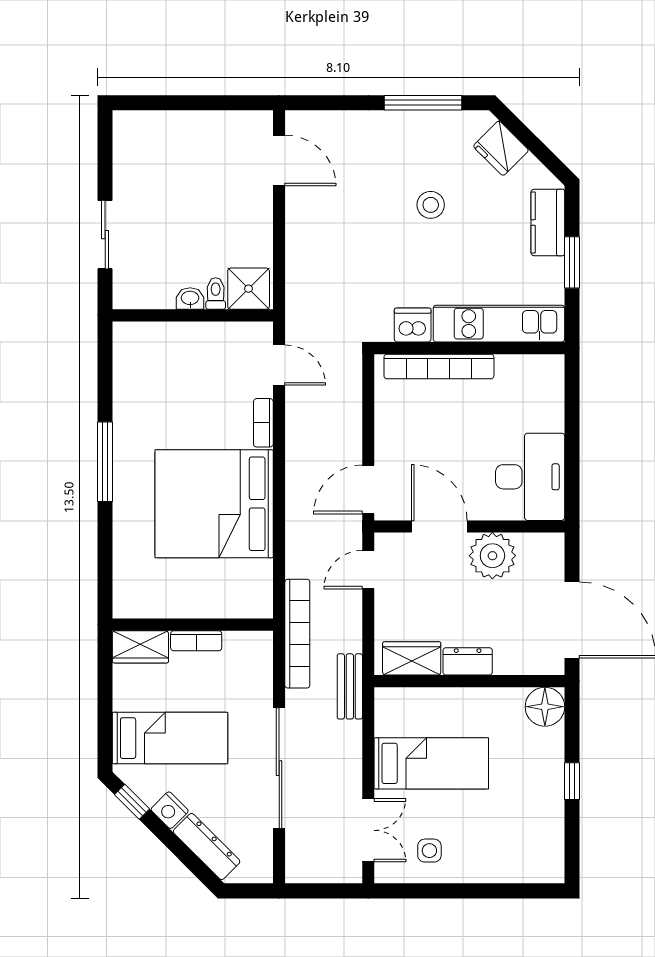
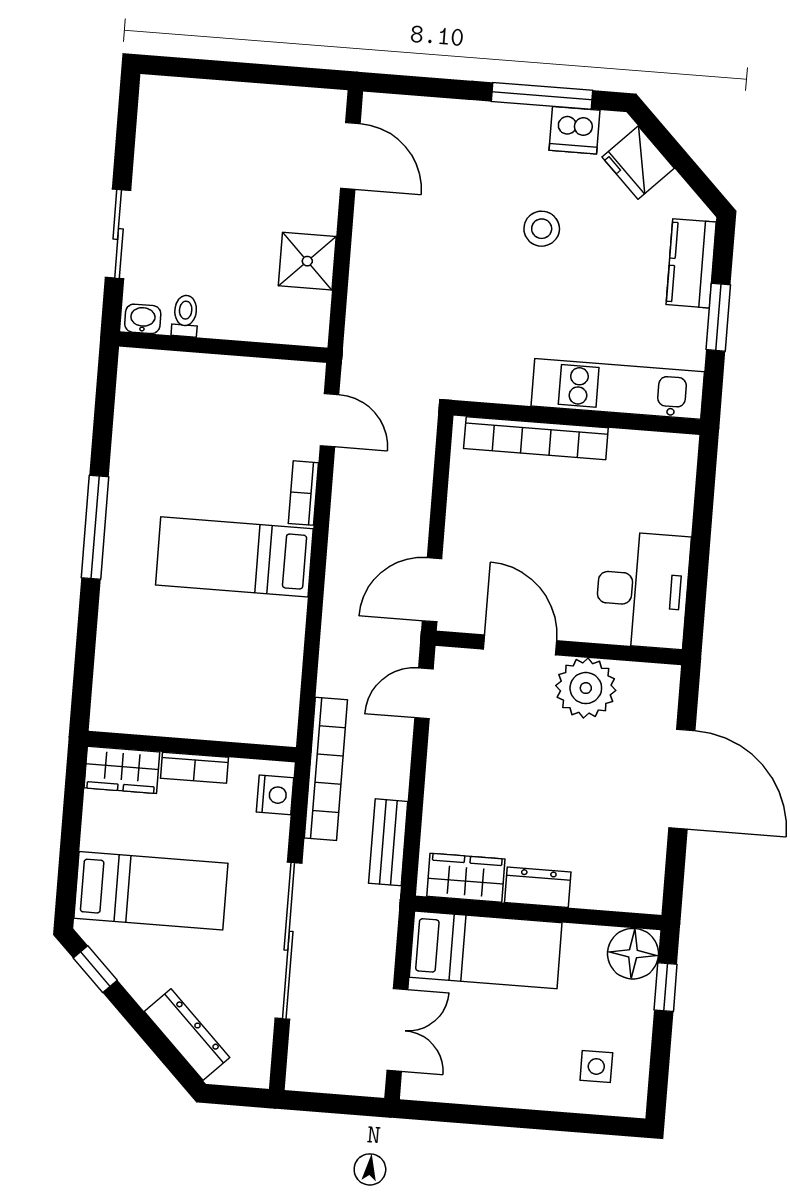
shower: (249, 289) -> (307, 261), moved
toilet: (216, 294) -> (185, 316), moved
washbasin: (190, 298) -> (143, 319), moved
dishwasher: (413, 325) -> (575, 130), moved, turned 180
bed: (214, 504) -> (234, 557), width x0.49
wardrobe: (412, 658) -> (466, 878), moved
dresser: (468, 661) -> (538, 887), moved
wall: (469, 681) -> (538, 913), moved
floor lamp: (545, 707) -> (633, 954), moved
nightstand: (170, 810) -> (275, 795), moved, turned -135
side table: (429, 851) -> (596, 1066), moved

